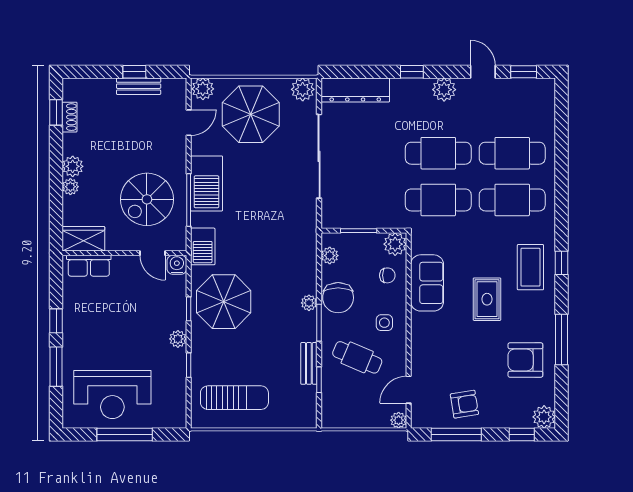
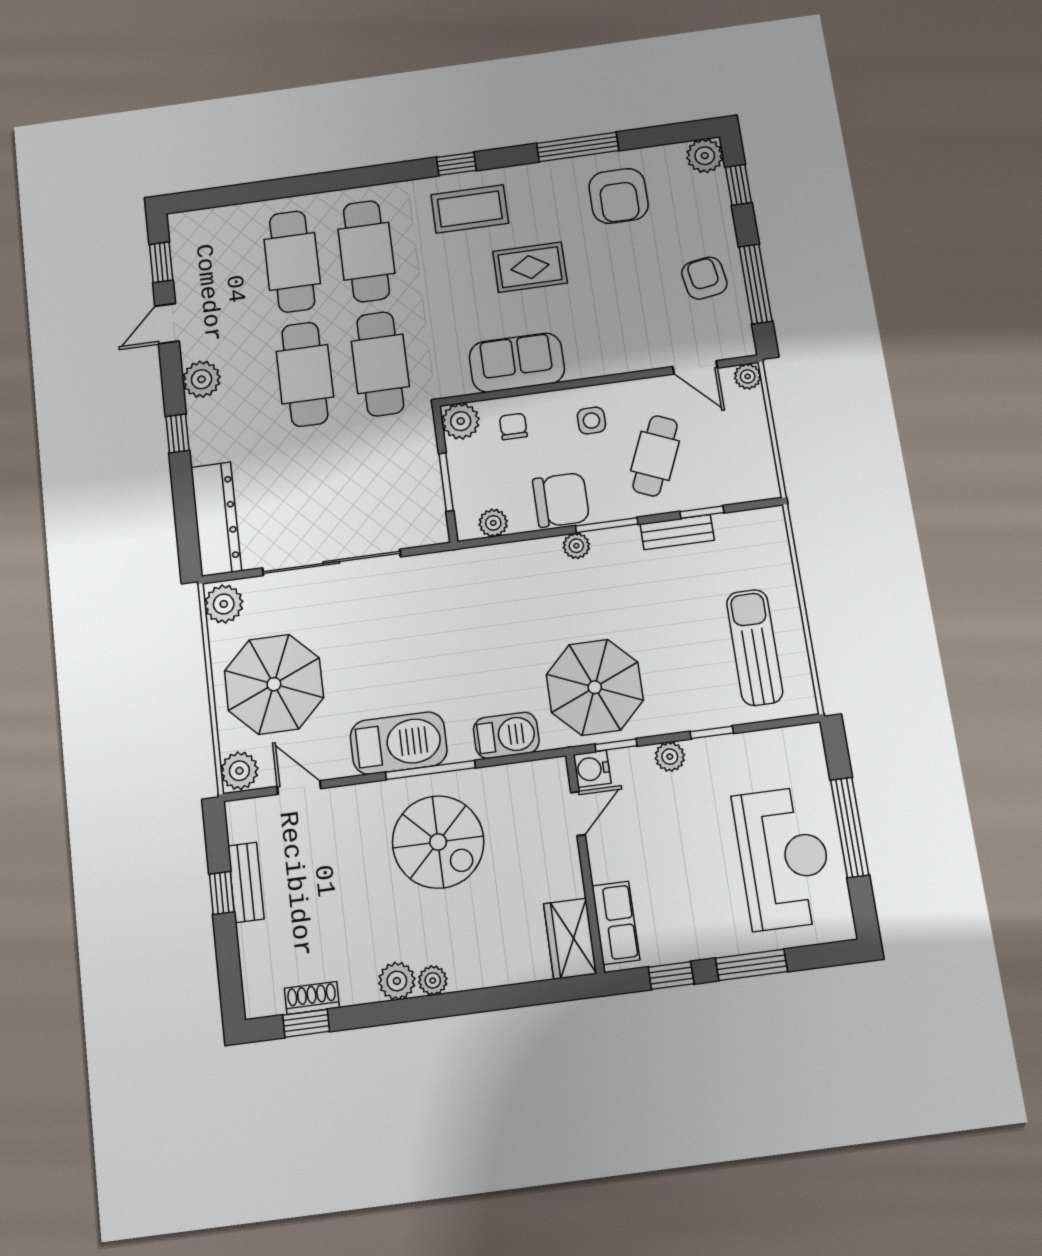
wardrobe: (83, 239) -> (570, 939), moved
wall: (124, 253) -> (585, 863), moved
door: (152, 253) -> (578, 814), moved
water cooler: (177, 265) -> (592, 769), moved
row of seats: (89, 266) -> (616, 923), moved

